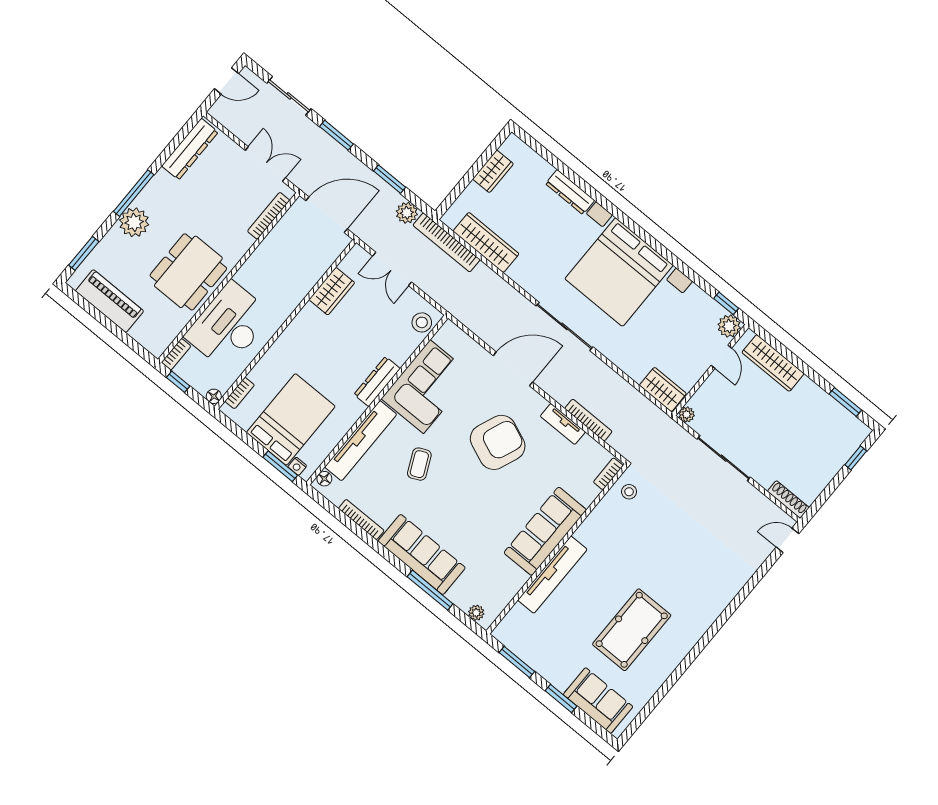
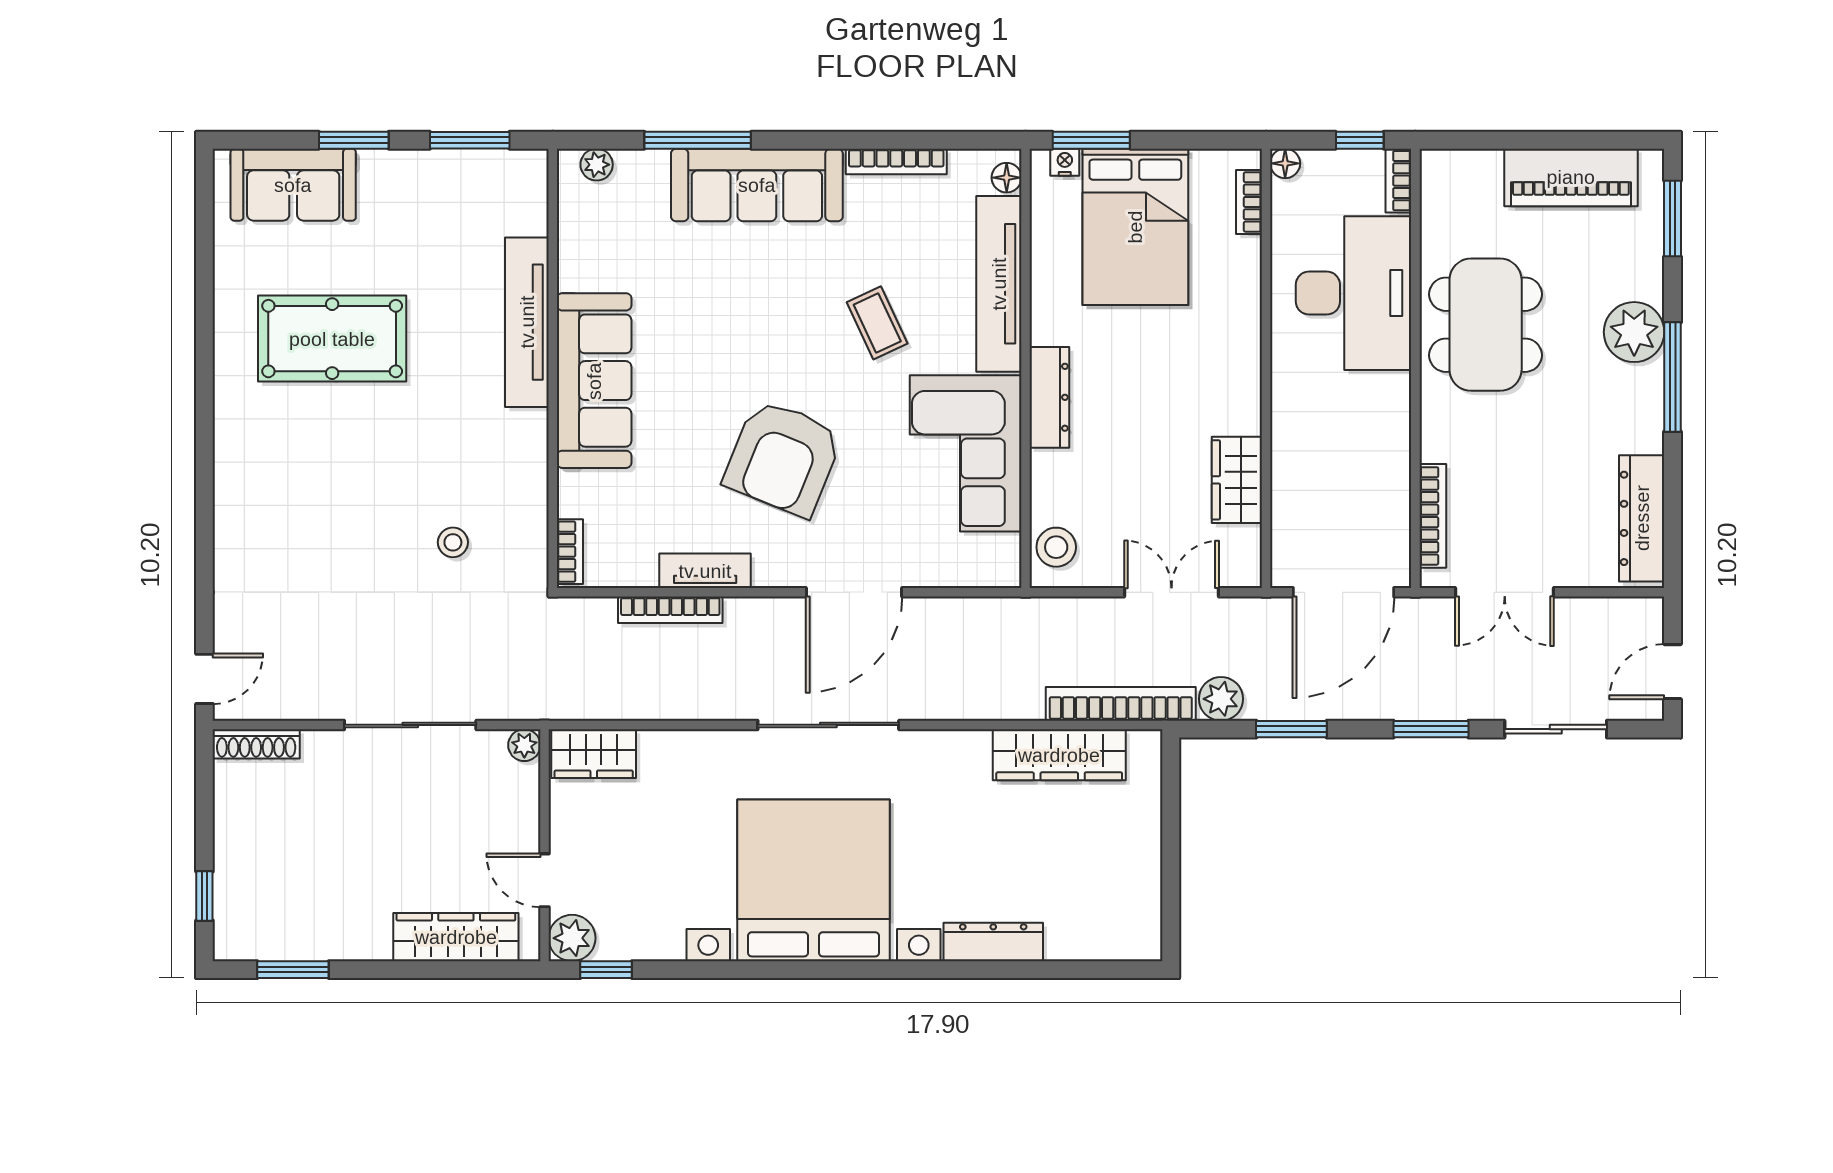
wardrobe: (493, 171) -> (1140, 875), removed
stool: (629, 492) -> (453, 542), moved
pool table: (632, 630) -> (332, 339), turned 90

